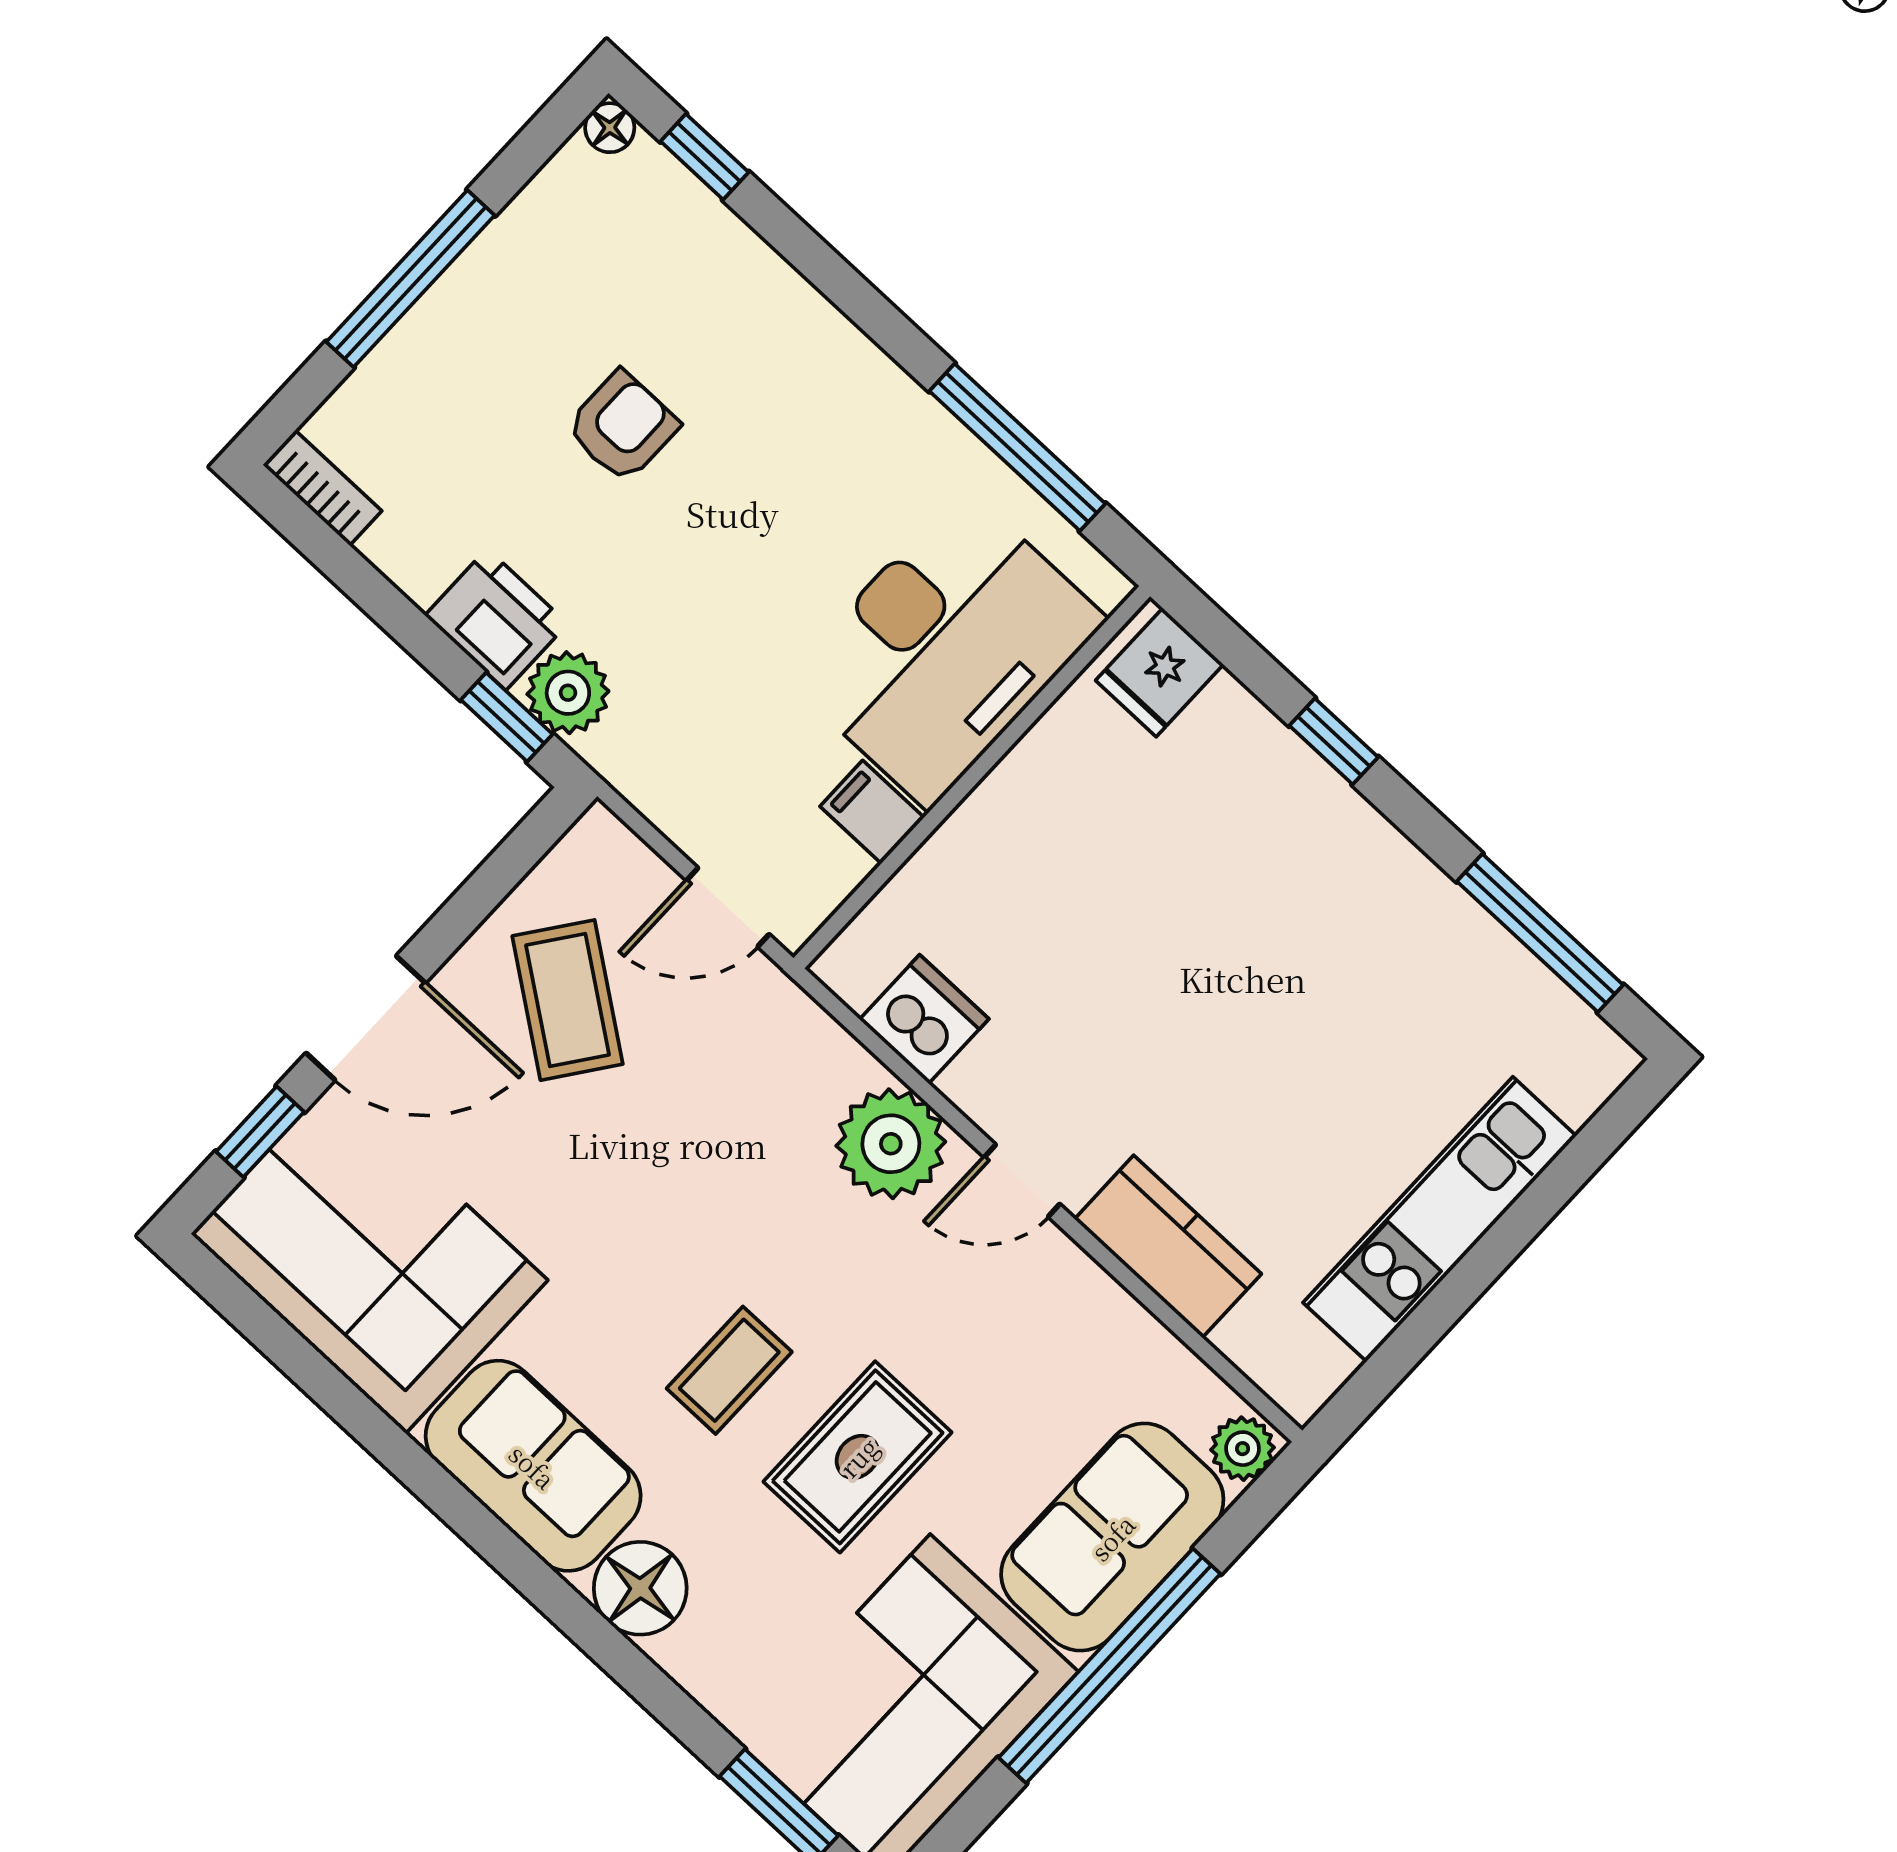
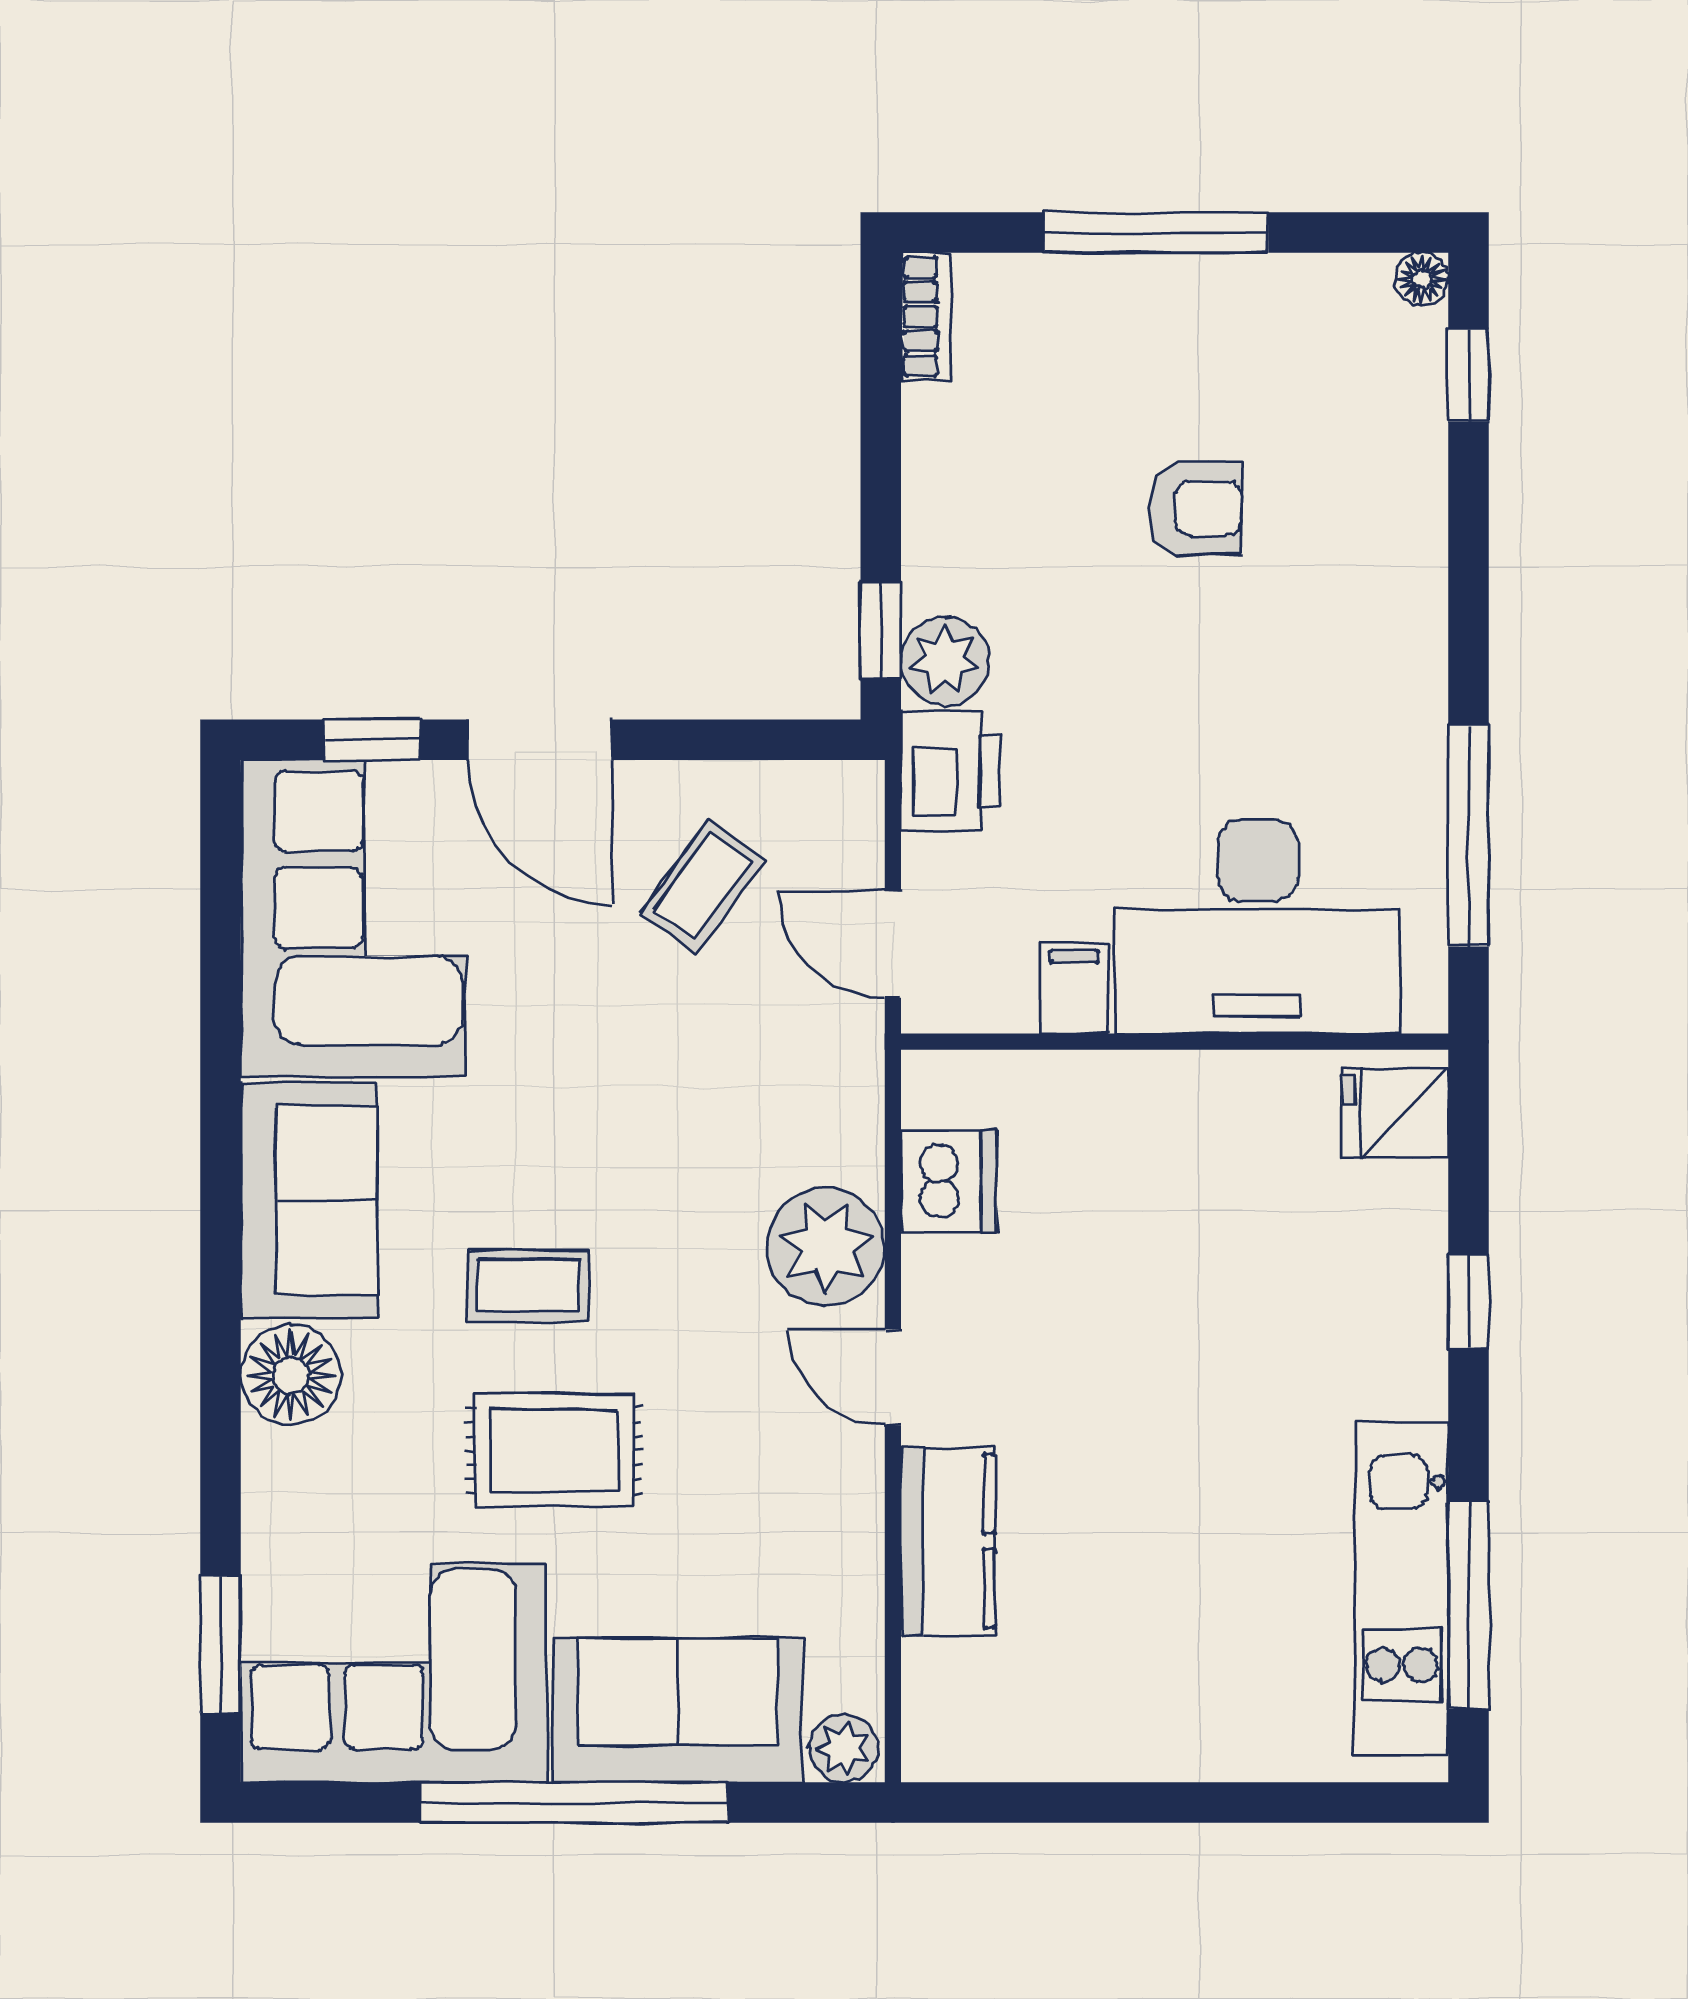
printer: (496, 619) -> (950, 771), moved
coffee table: (568, 1000) -> (702, 886), width x0.73, depth x0.77
kitchen unit: (1440, 1219) -> (1402, 1588), moved, turned -90

